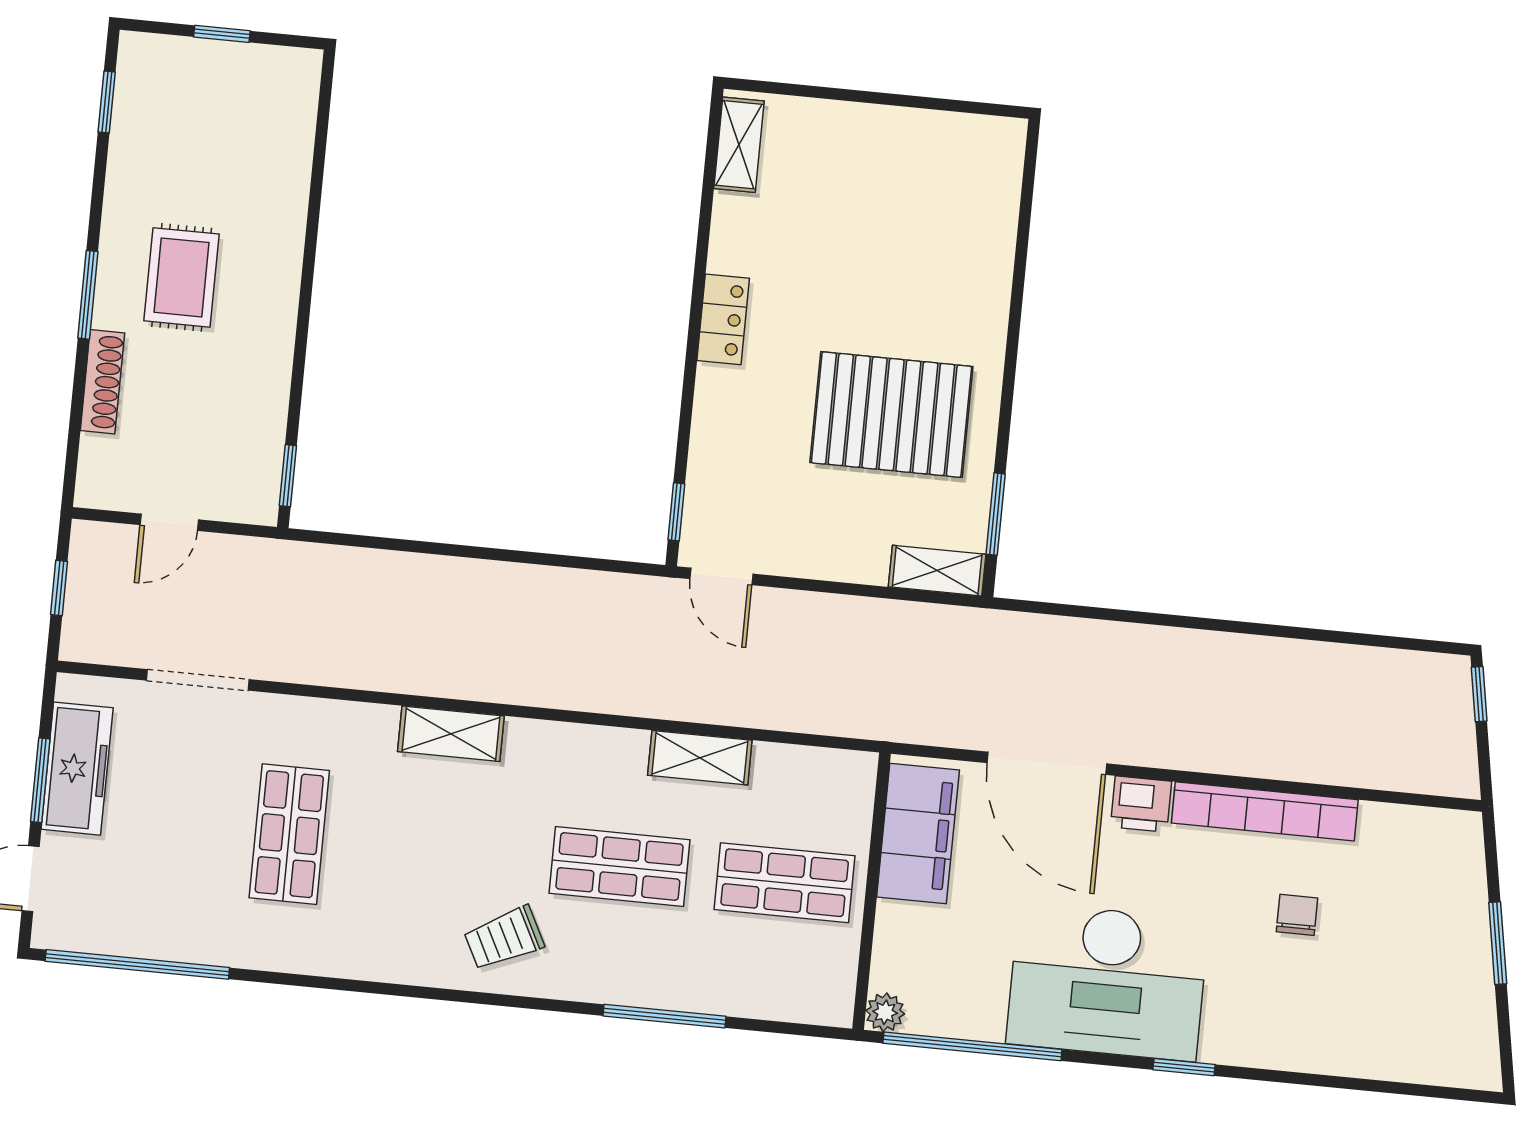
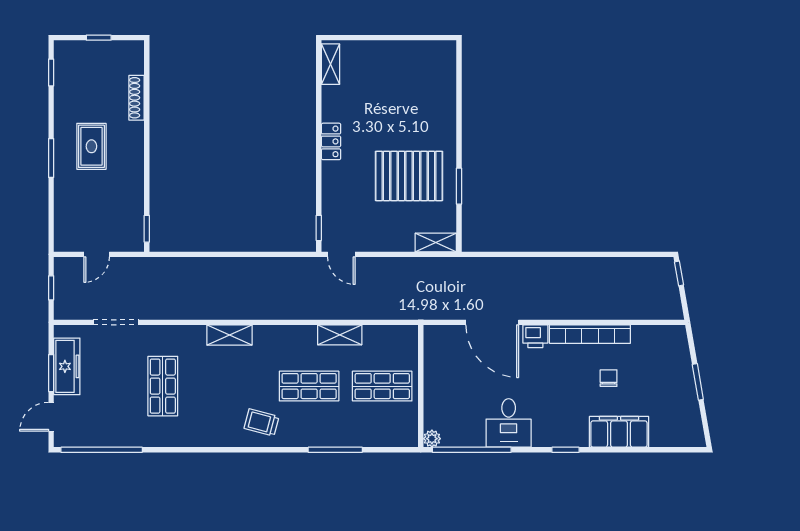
shoe rack: (102, 382) -> (137, 98), moved, turned 180
window: (996, 514) -> (459, 186), moved
filing cabinet: (918, 834) -> (619, 432), moved, turned -90
trolley: (504, 938) -> (261, 422), turned 42
desk: (1107, 982) -> (509, 423), width x0.53, depth x0.77

